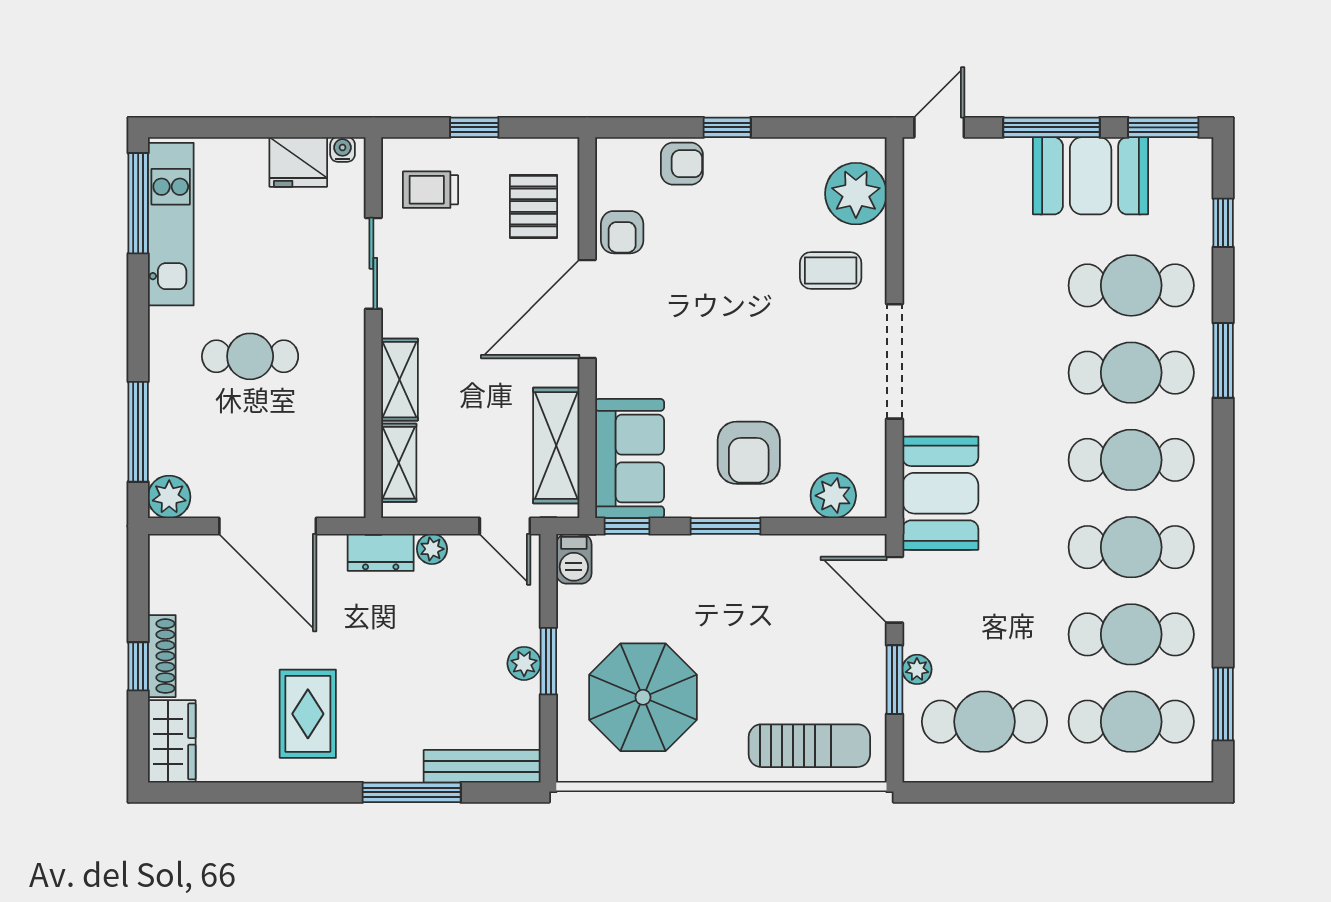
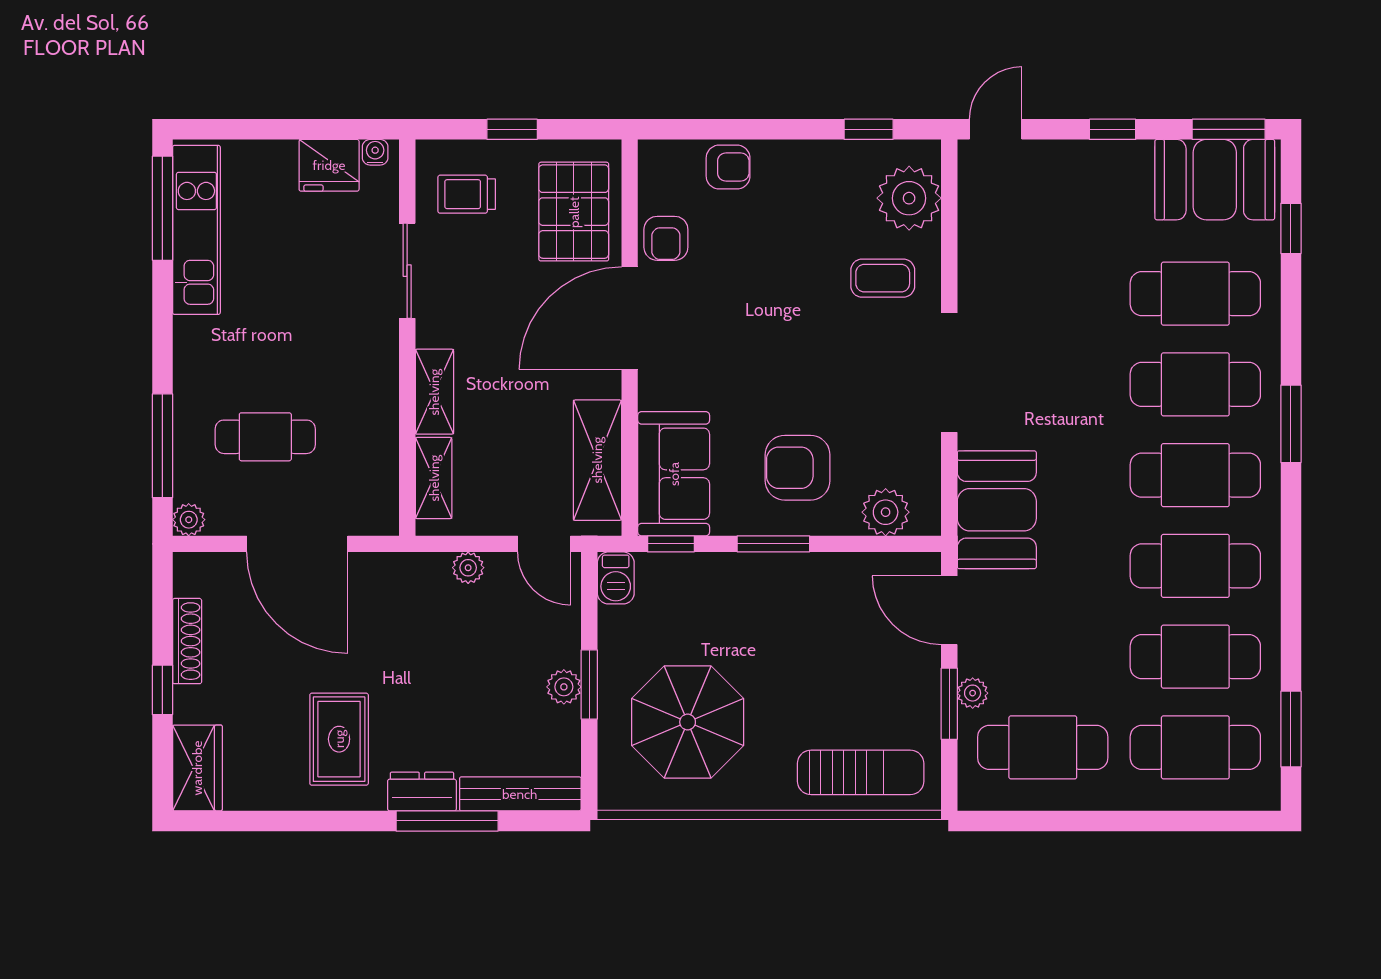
window: (727, 127) -> (869, 129), moved
window: (1052, 127) -> (1113, 129), width x0.46
booth: (1091, 176) -> (1215, 180), moved
pallet: (533, 206) -> (574, 212), width x1.50, depth x1.42
cafe table: (250, 356) -> (265, 437), moved
window: (1223, 360) -> (1291, 424), moved
armchair: (749, 453) -> (798, 468), turned 90
plant: (169, 497) -> (189, 520), width x0.73, depth x0.73
dresser: (381, 552) -> (422, 792), moved, turned 180
shoe rack: (162, 656) -> (187, 641), moved

